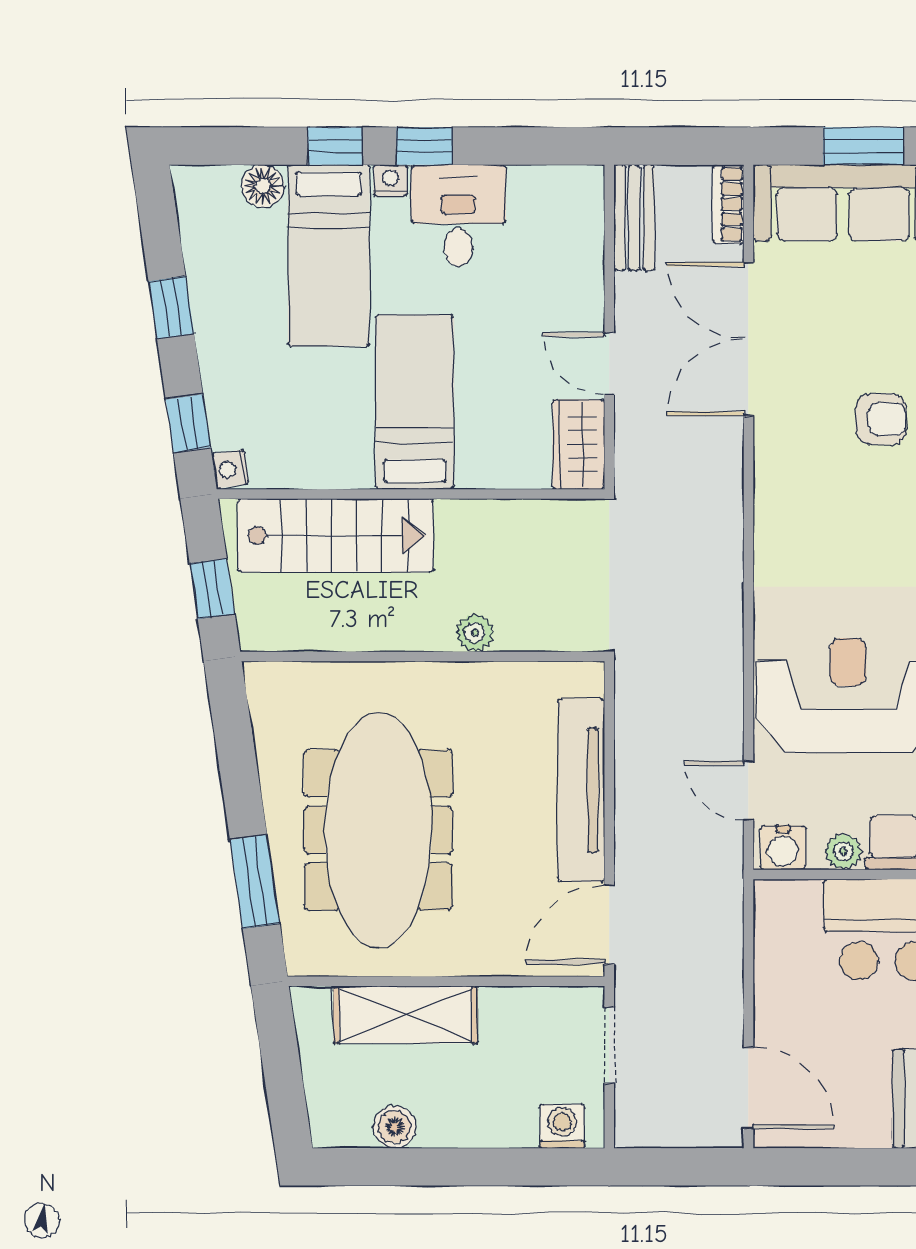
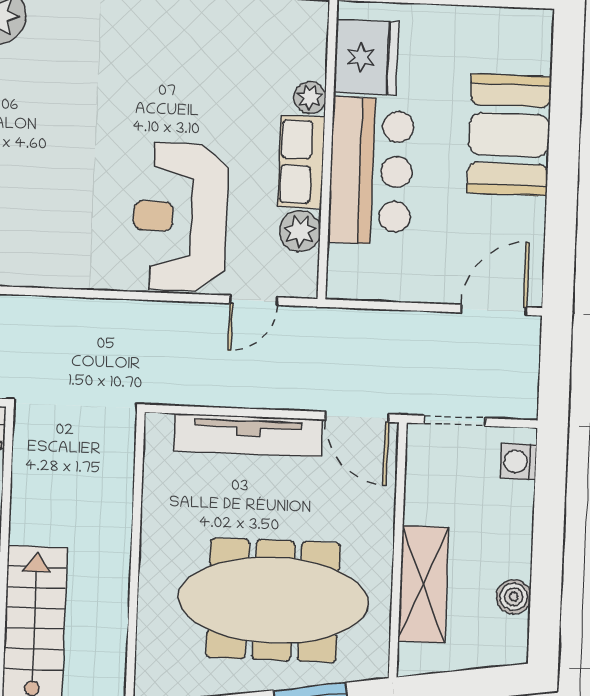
plant: (475, 633) -> (117, 516), removed
water cooler: (783, 848) -> (301, 274), removed
plant: (843, 851) -> (300, 231), width x1.38, depth x1.38

